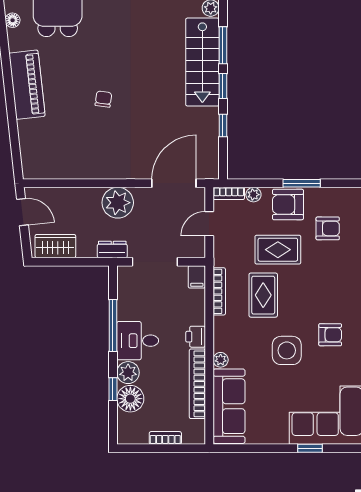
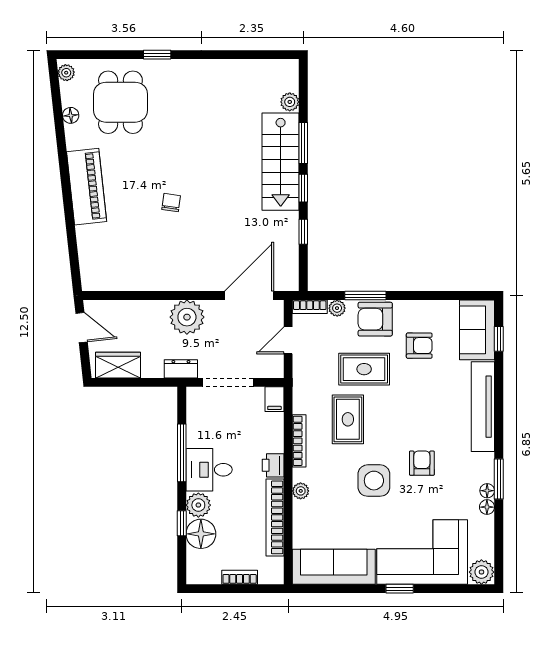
window: (302, 183) -> (365, 296), moved
bookcase: (219, 291) -> (299, 441), moved
armchair: (330, 335) -> (422, 463), turned -90
sofa: (229, 406) -> (334, 567), moved, turned -90

